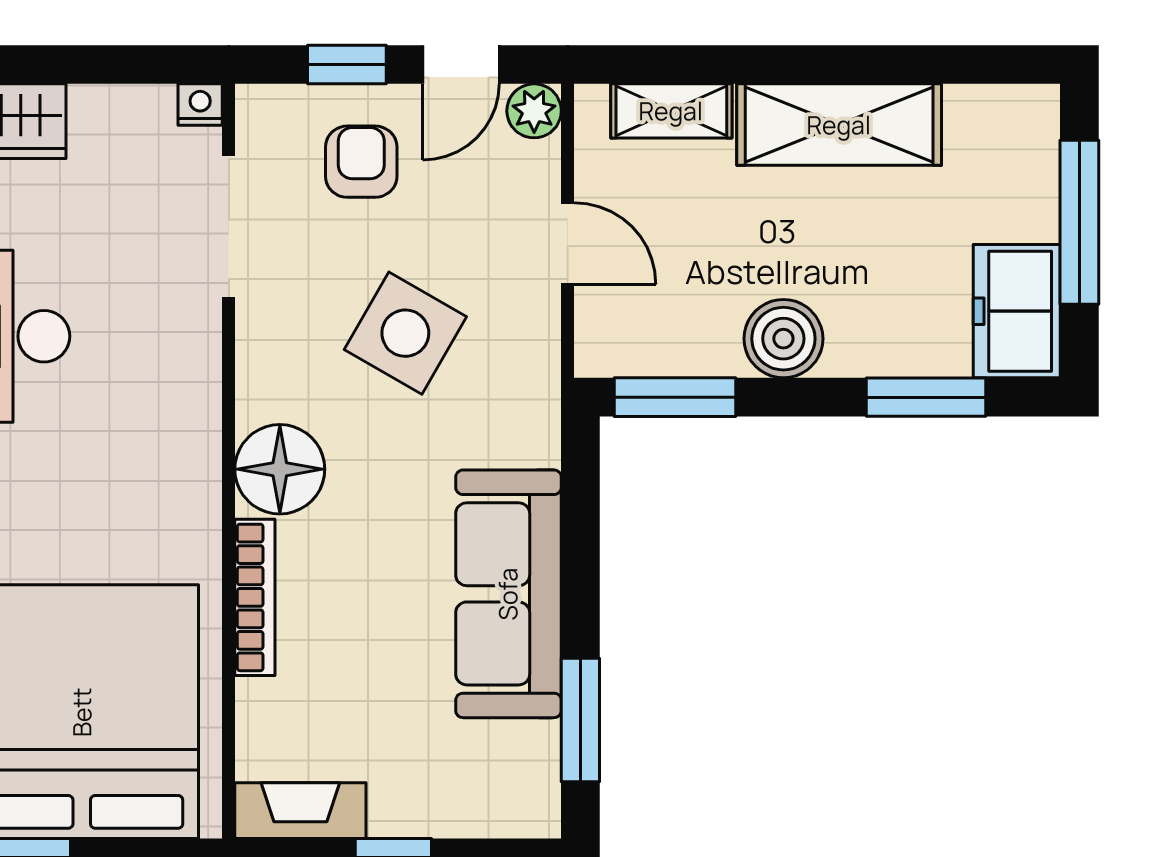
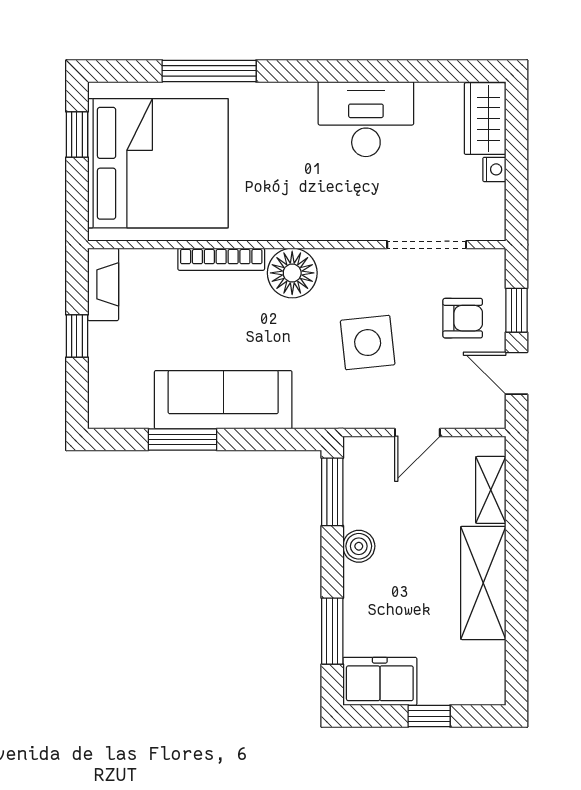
nightstand: (200, 105) -> (494, 169), moved
plant: (534, 111) -> (491, 414), removed
window: (1079, 222) -> (429, 716), width x0.46
side table: (405, 333) -> (368, 343), turned -36
boiler: (783, 339) -> (359, 546), width x0.73, depth x0.73
window: (580, 720) -> (182, 440), moved

